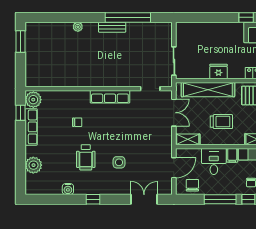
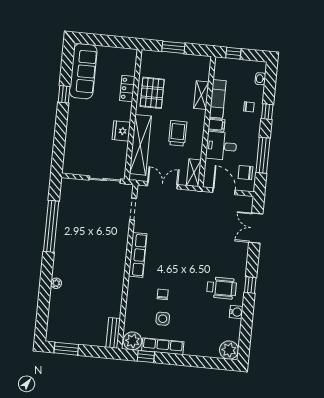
bench: (112, 27) -> (113, 333), moved
wheelchair: (86, 157) -> (222, 288), moved
side table: (119, 162) -> (163, 319), moved
plant: (33, 165) -> (229, 350), moved
window: (220, 199) -> (263, 155), moved

